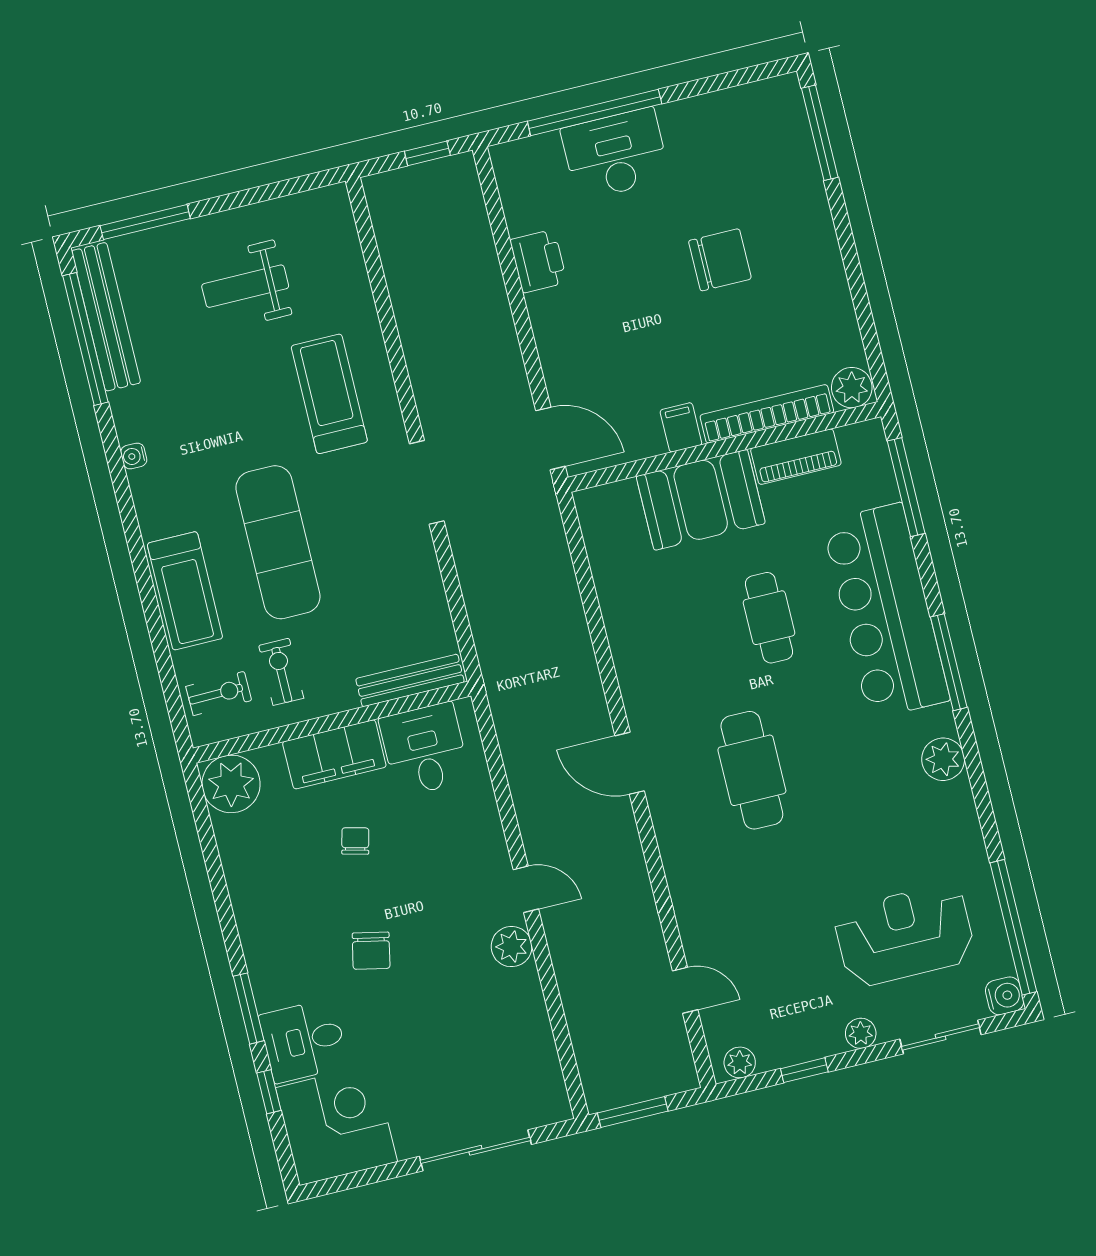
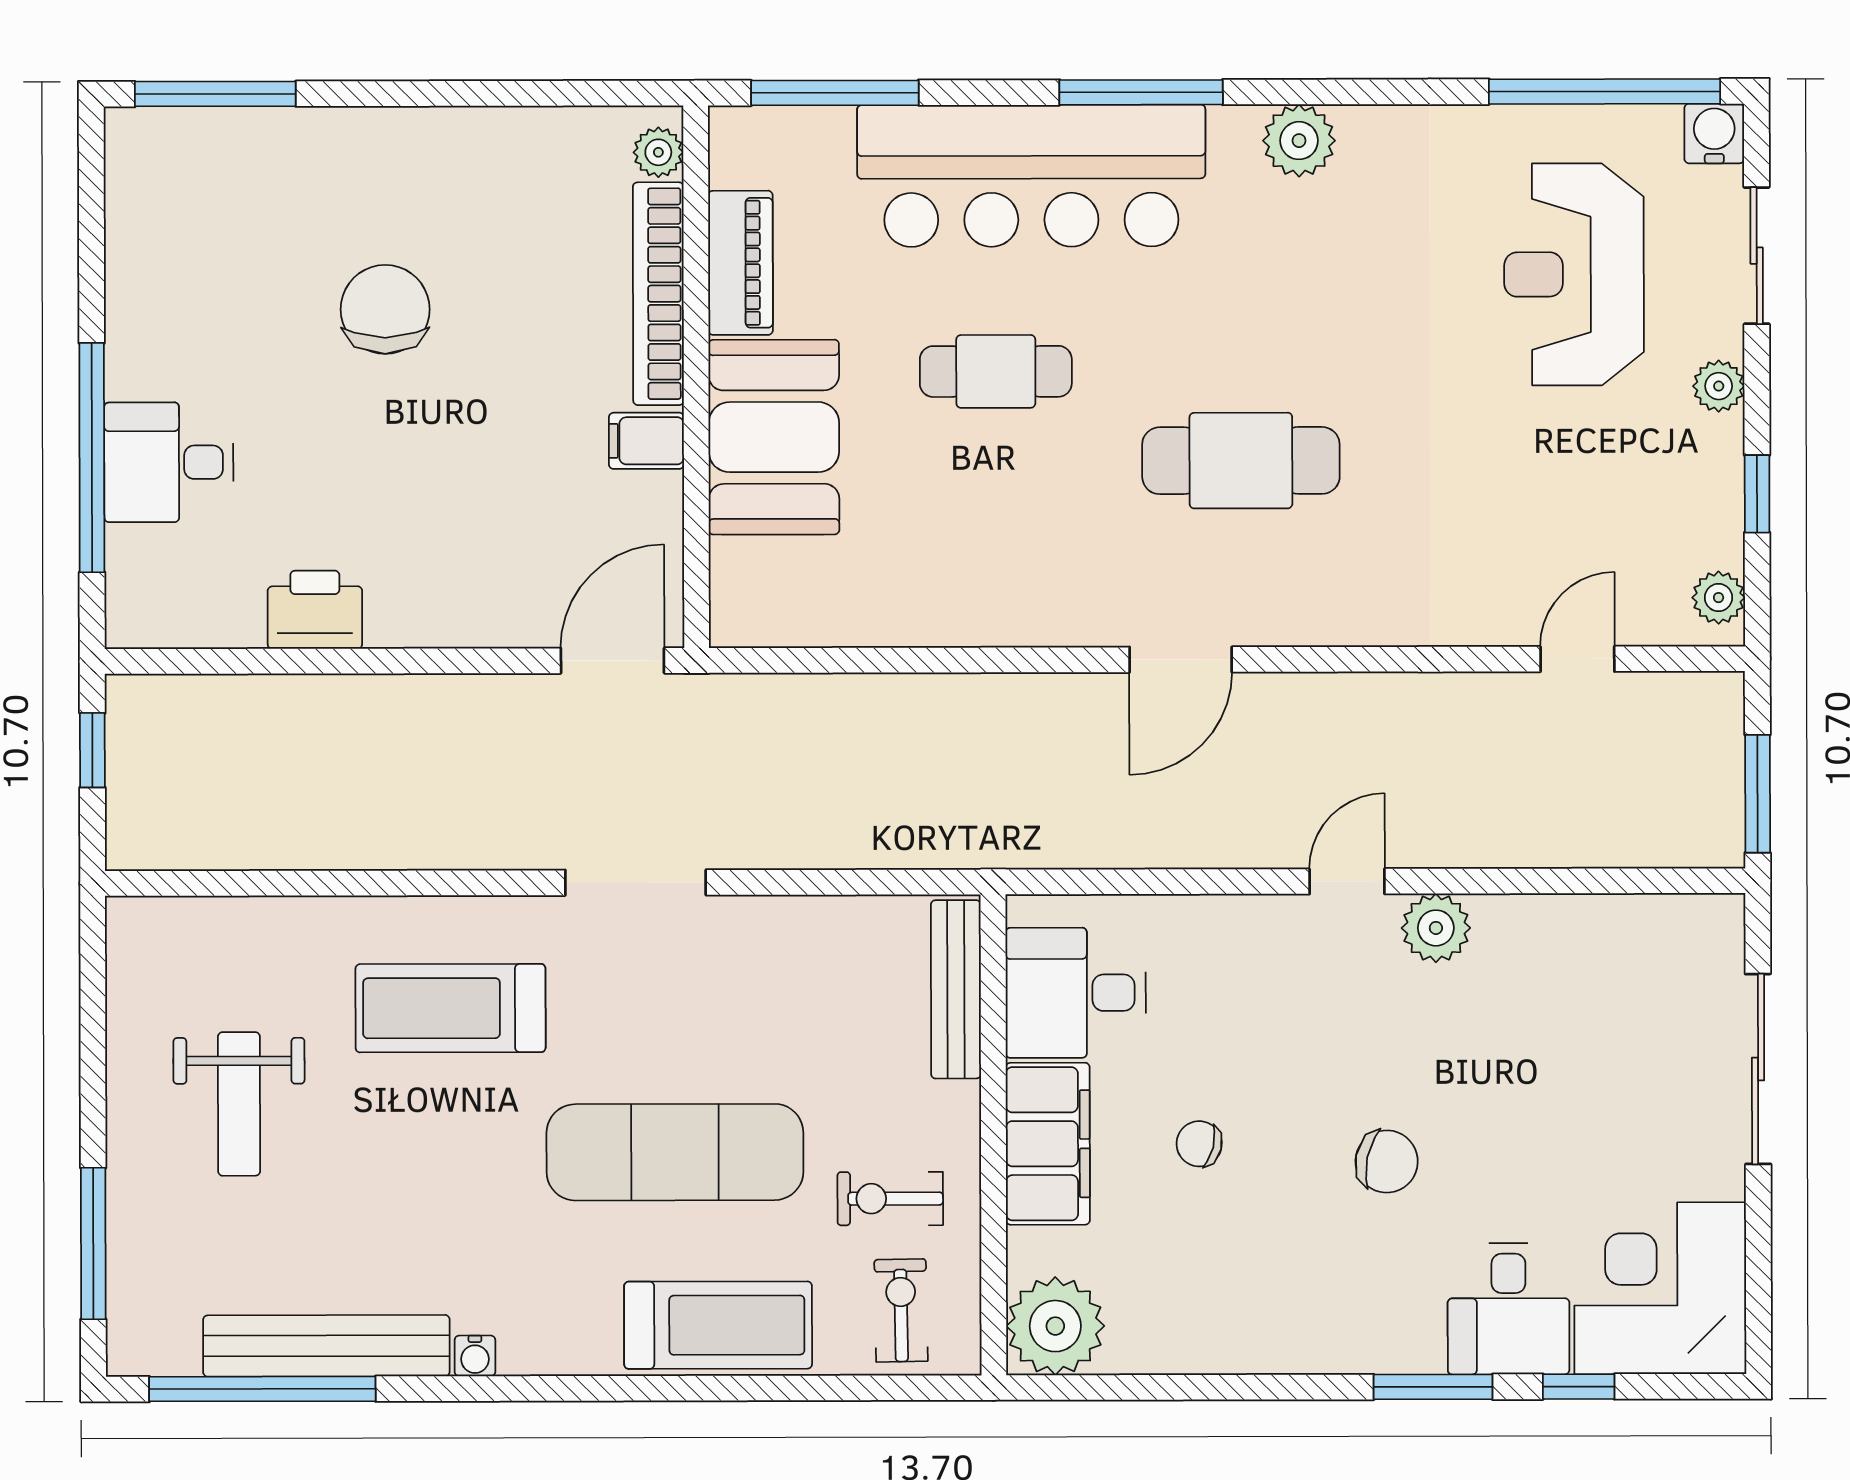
desk: (615, 154) -> (169, 462), width x0.73
bench: (106, 317) -> (326, 1346), moved
plant: (852, 388) -> (658, 152), width x0.73, depth x0.73

